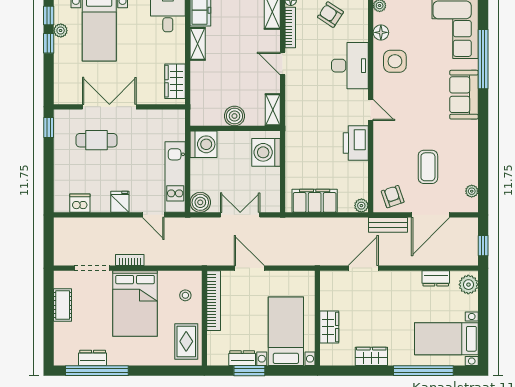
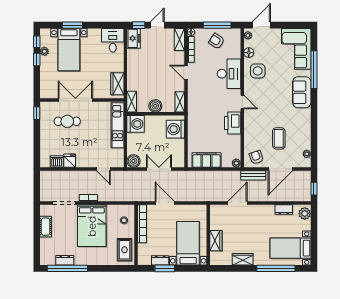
shelving: (198, 44) -> (132, 102), moved
kitchen unit: (175, 177) -> (117, 125), moved
fridge: (120, 202) -> (70, 161), moved

